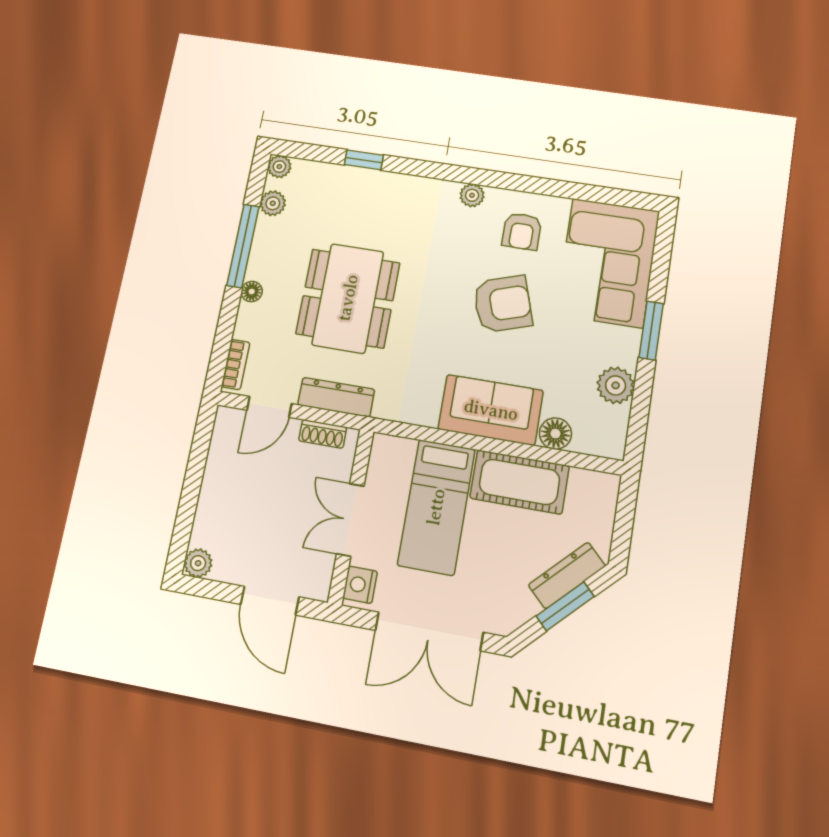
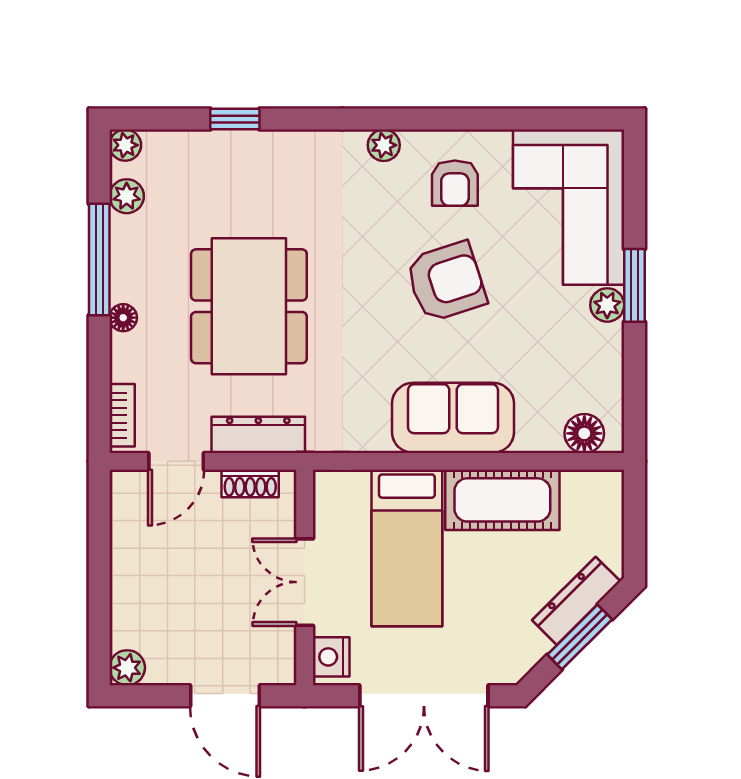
plant: (616, 385) -> (607, 305), moved, width x0.73, depth x0.73
floor lamp: (555, 434) -> (584, 433), moved

